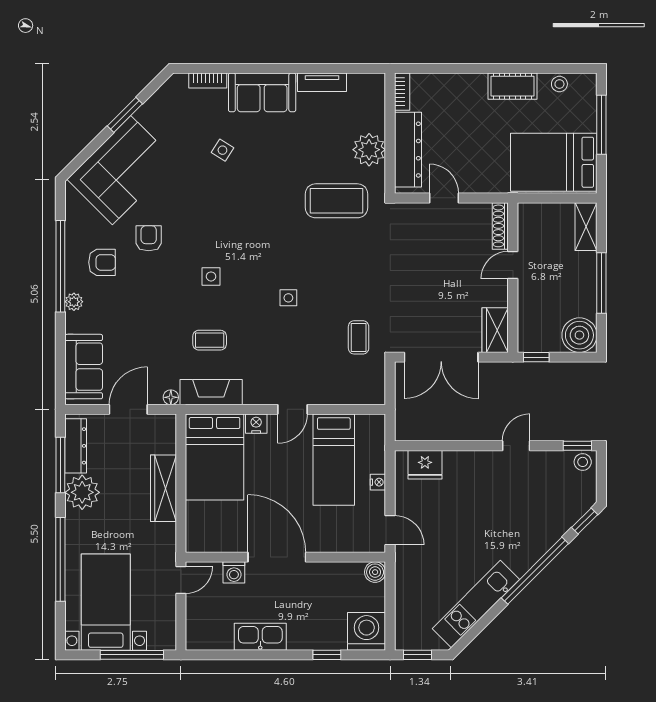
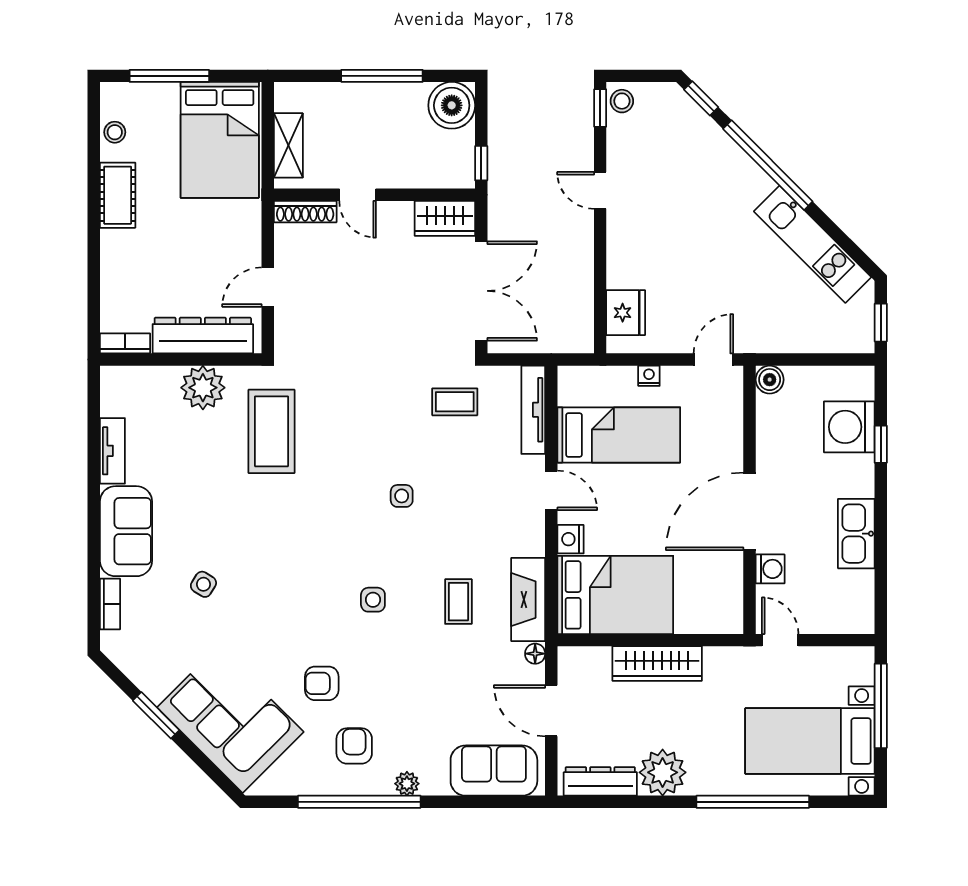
shelving: (586, 227) -> (288, 145), moved, turned 90
tv unit: (353, 396) -> (533, 410), added
window: (60, 465) -> (626, 802), removed
washing machine: (367, 631) -> (849, 427), moved

